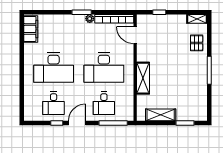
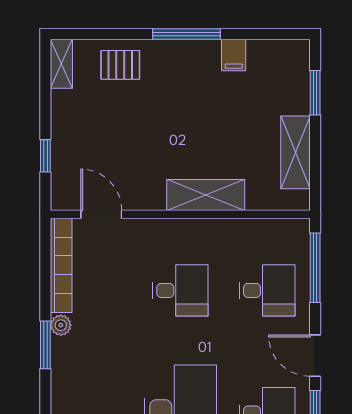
door: (135, 35) -> (101, 214), swing flipped
desk: (104, 68) -> (180, 290), width x0.53, depth x0.77
filing cabinet: (201, 90) -> (234, 55), added

